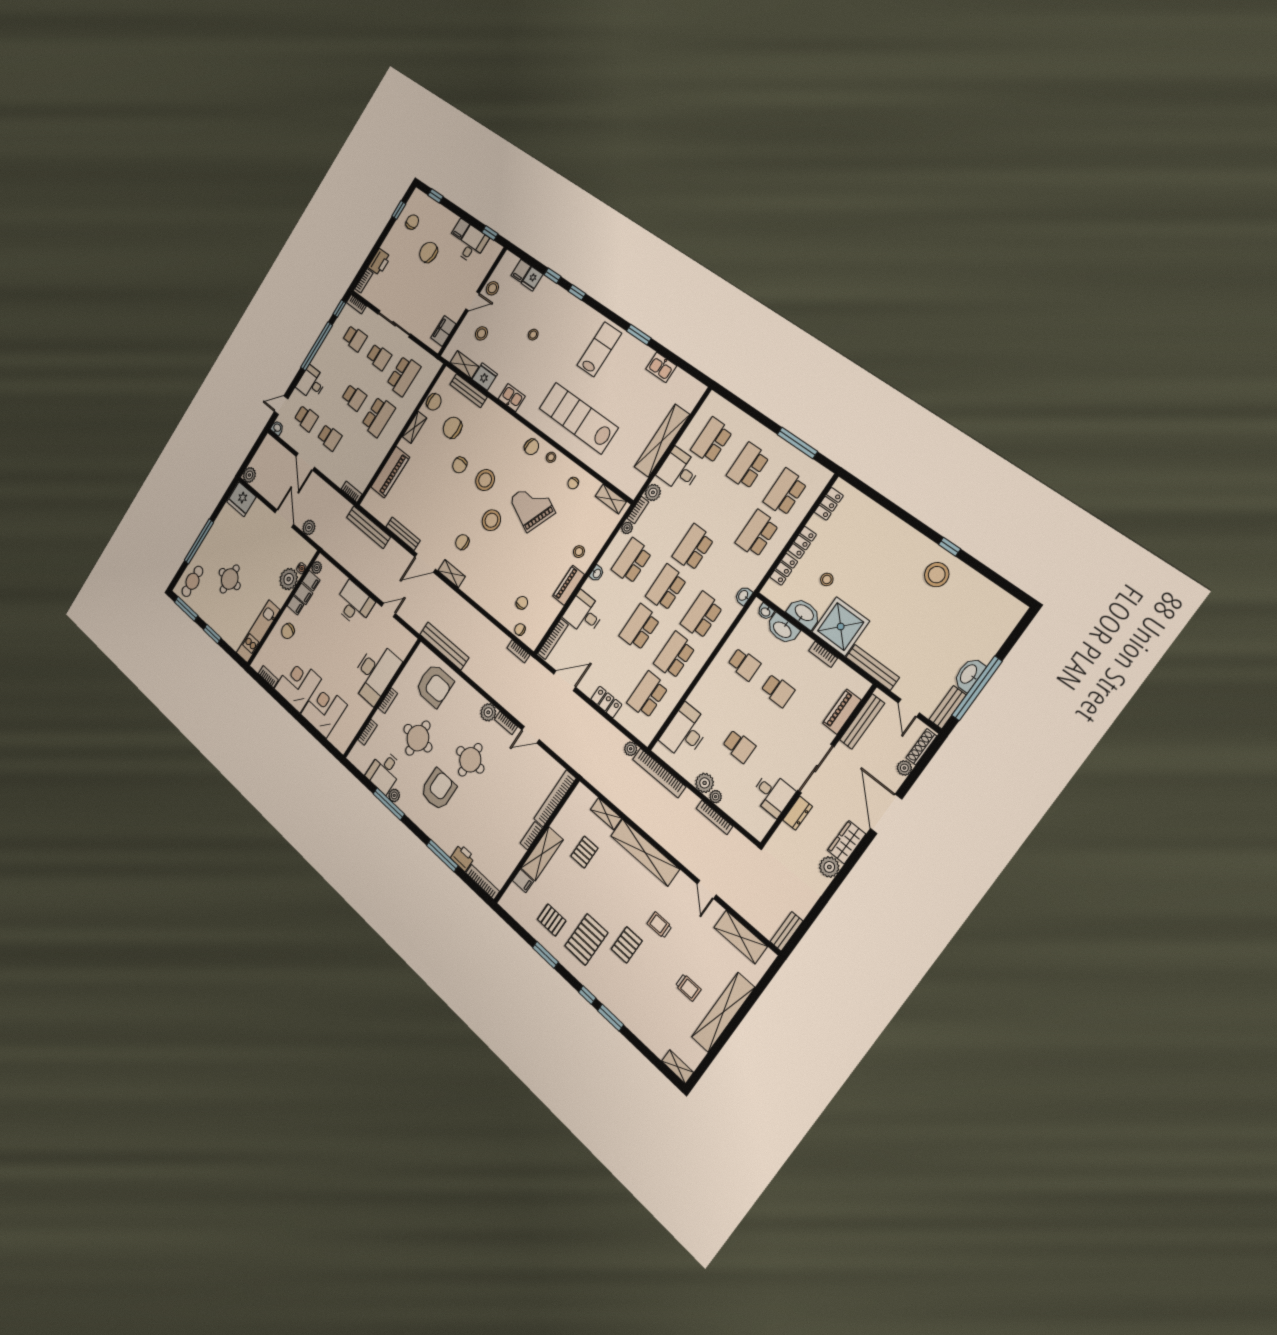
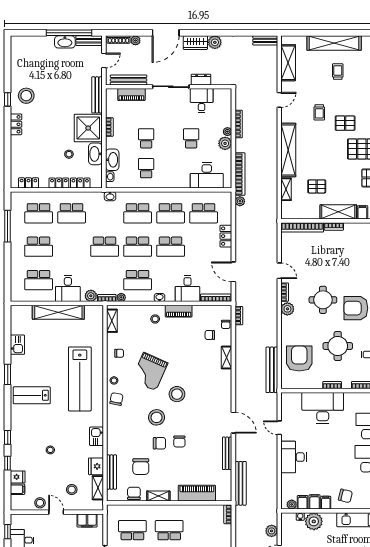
locker: (910, 536) -> (16, 124), added
chair: (462, 542) -> (179, 442), moved
shelving: (452, 574) -> (227, 358), moved

